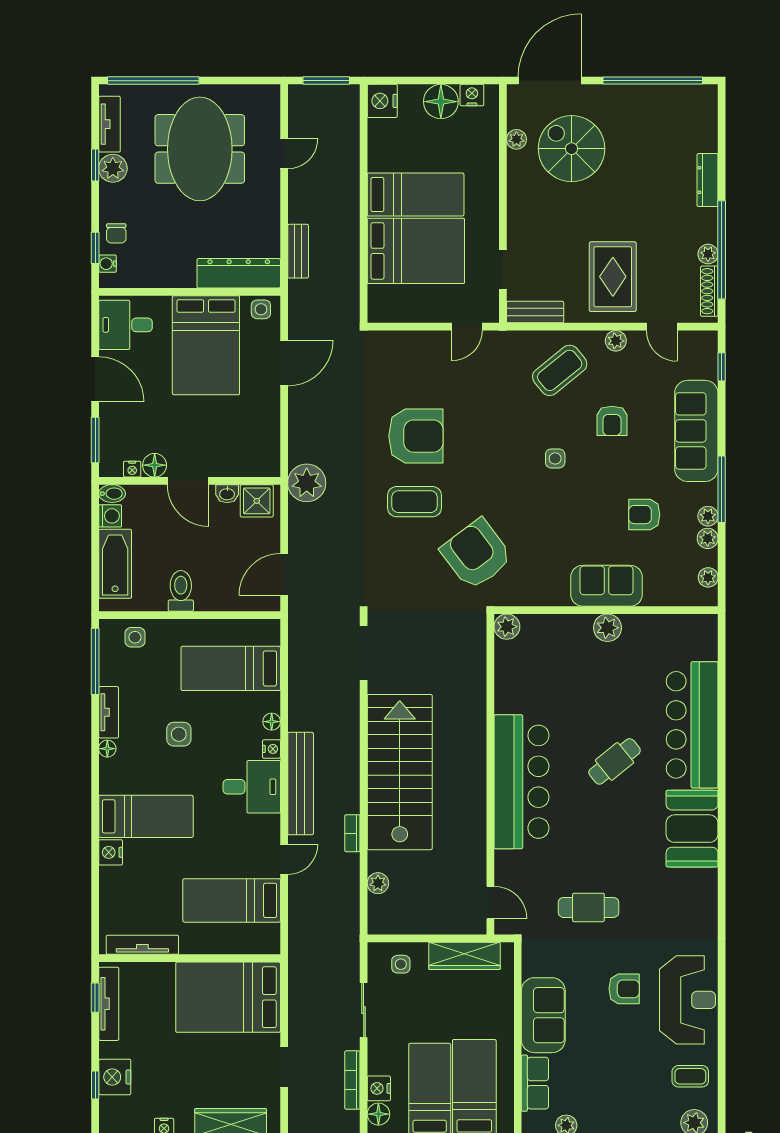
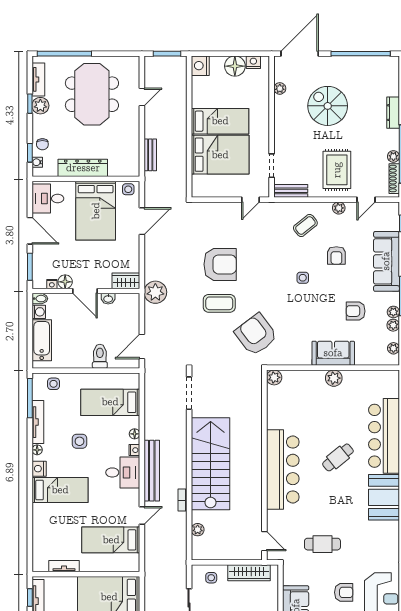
spiral stairs: (572, 149) -> (328, 106), moved
dresser: (239, 273) -> (83, 168), moved
door: (662, 327) -> (366, 200), hinge flipped
coffee table: (560, 370) -> (305, 225), width x0.73, depth x0.77
wardrobe: (257, 464) -> (126, 281), added
shower: (257, 501) -> (126, 303), removed
toilet: (181, 591) -> (100, 356), moved
tv unit: (109, 712) -> (38, 422), width x1.41
nightstand: (111, 852) -> (39, 469), moved
tv unit: (142, 945) -> (64, 566), width x0.71

